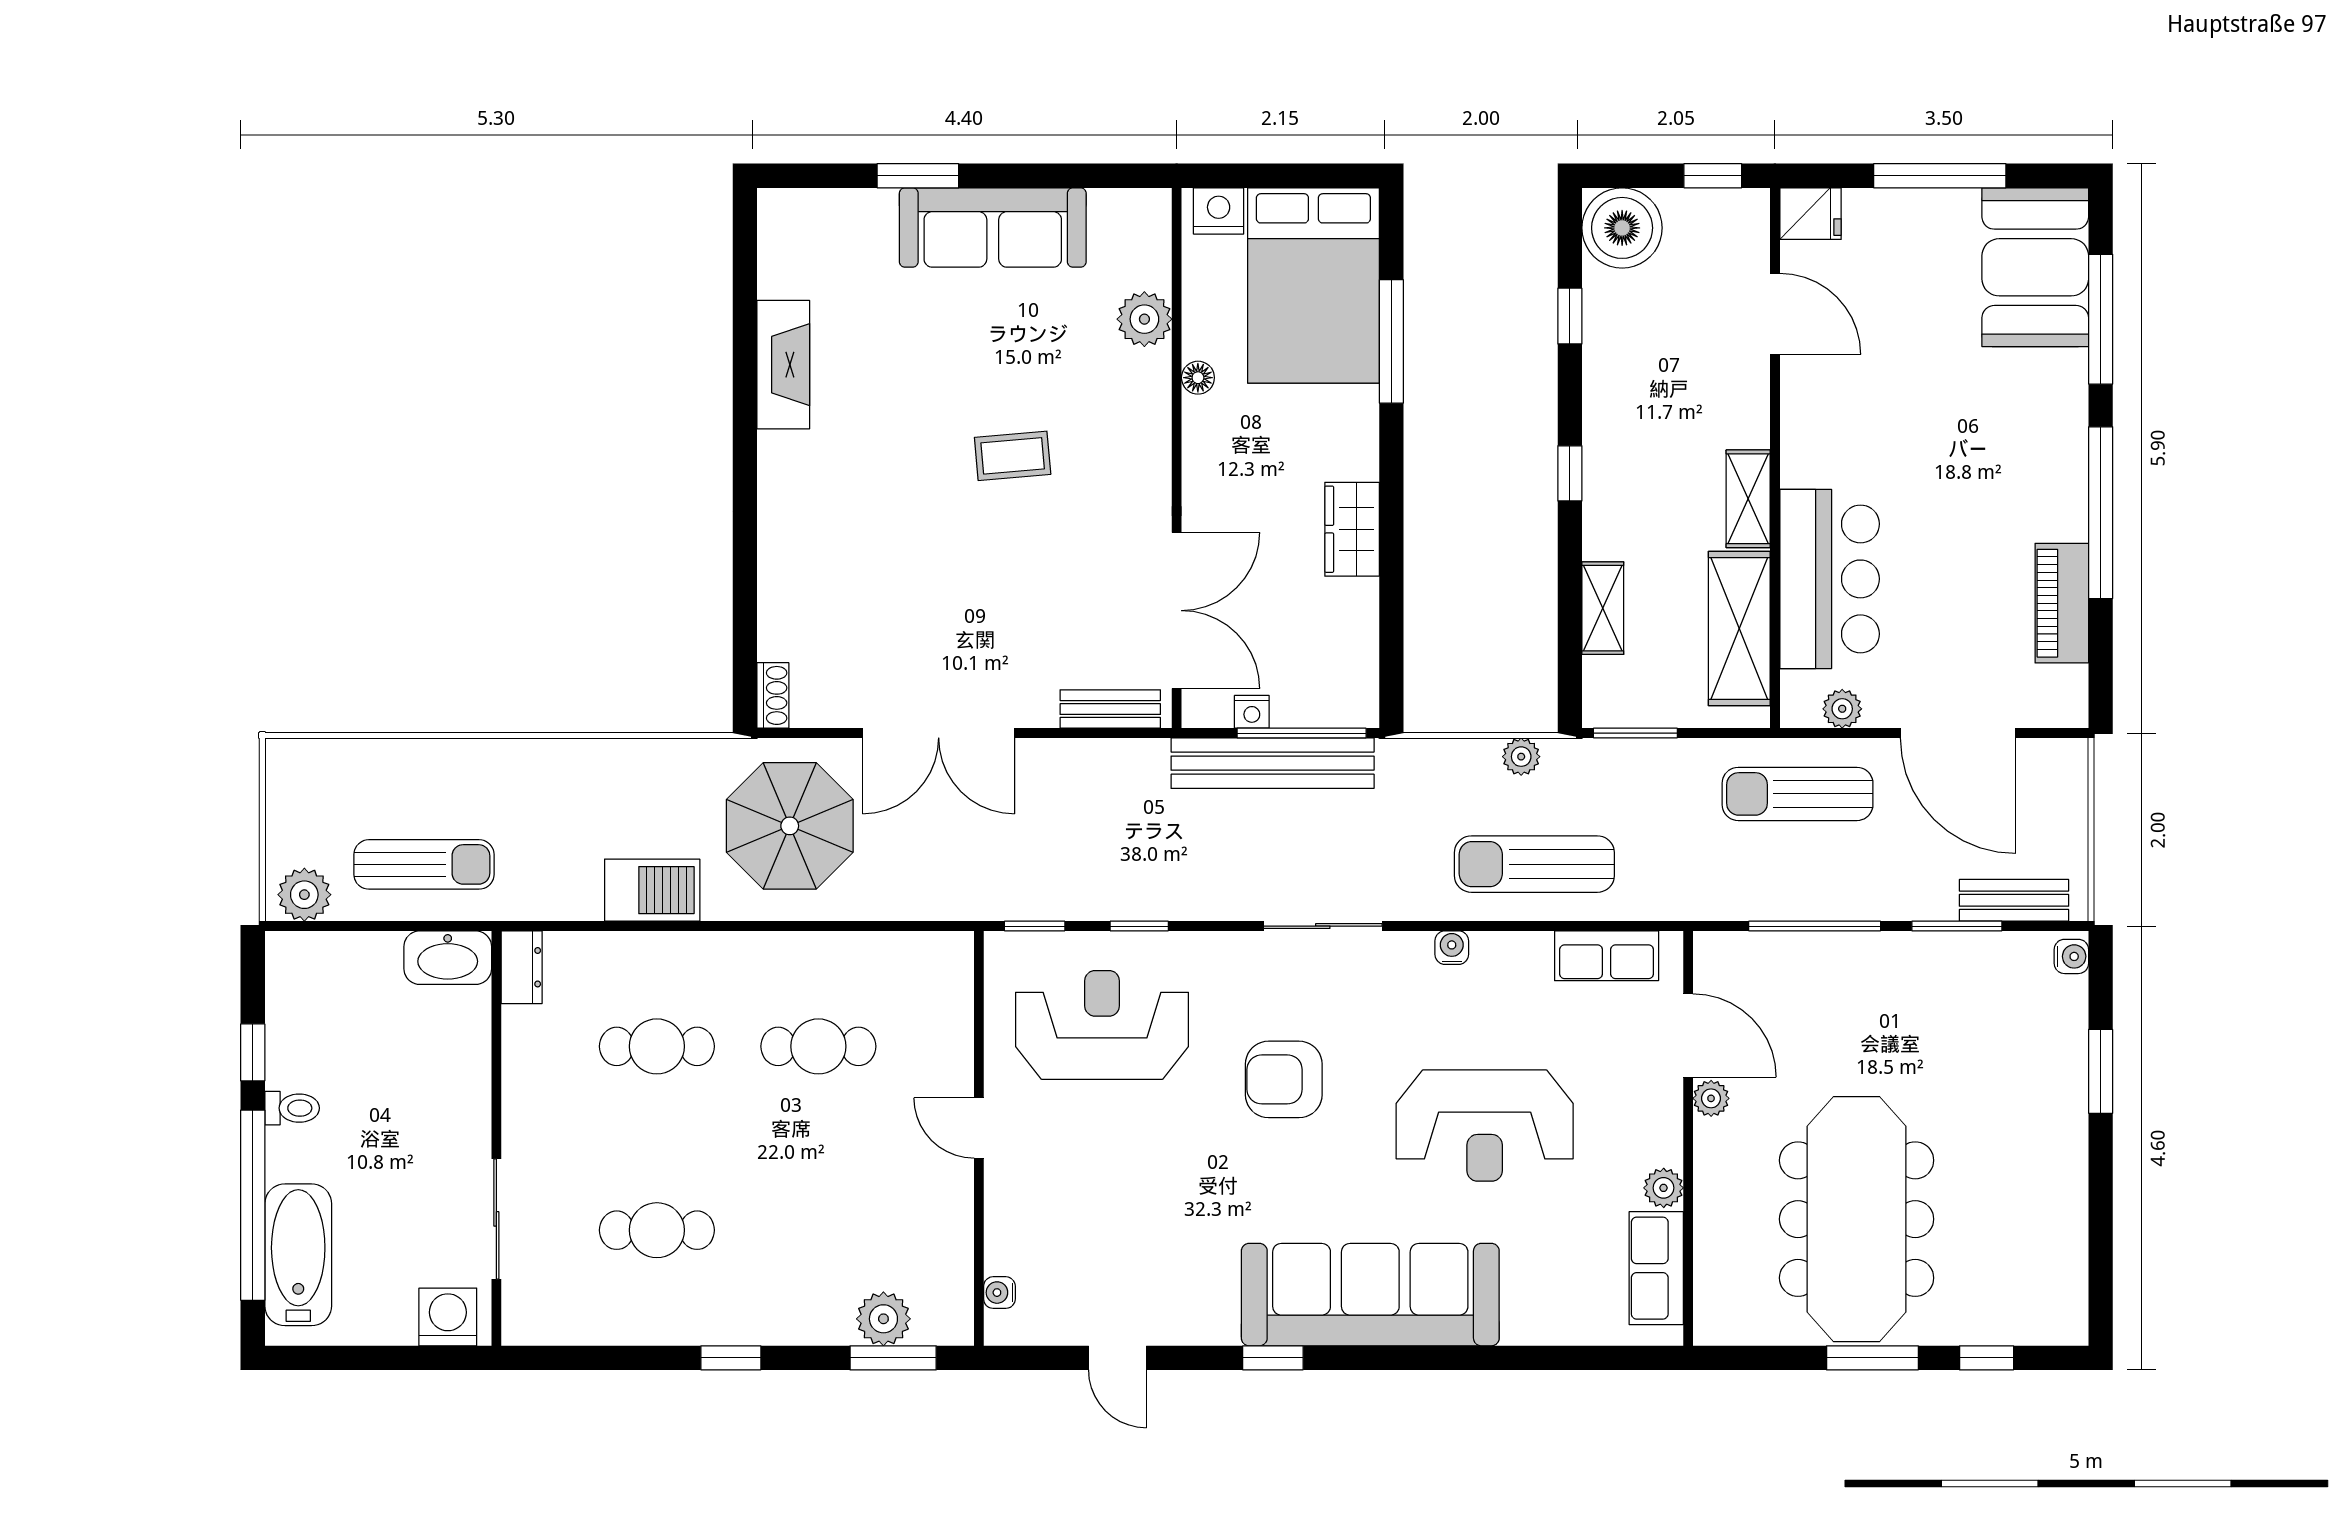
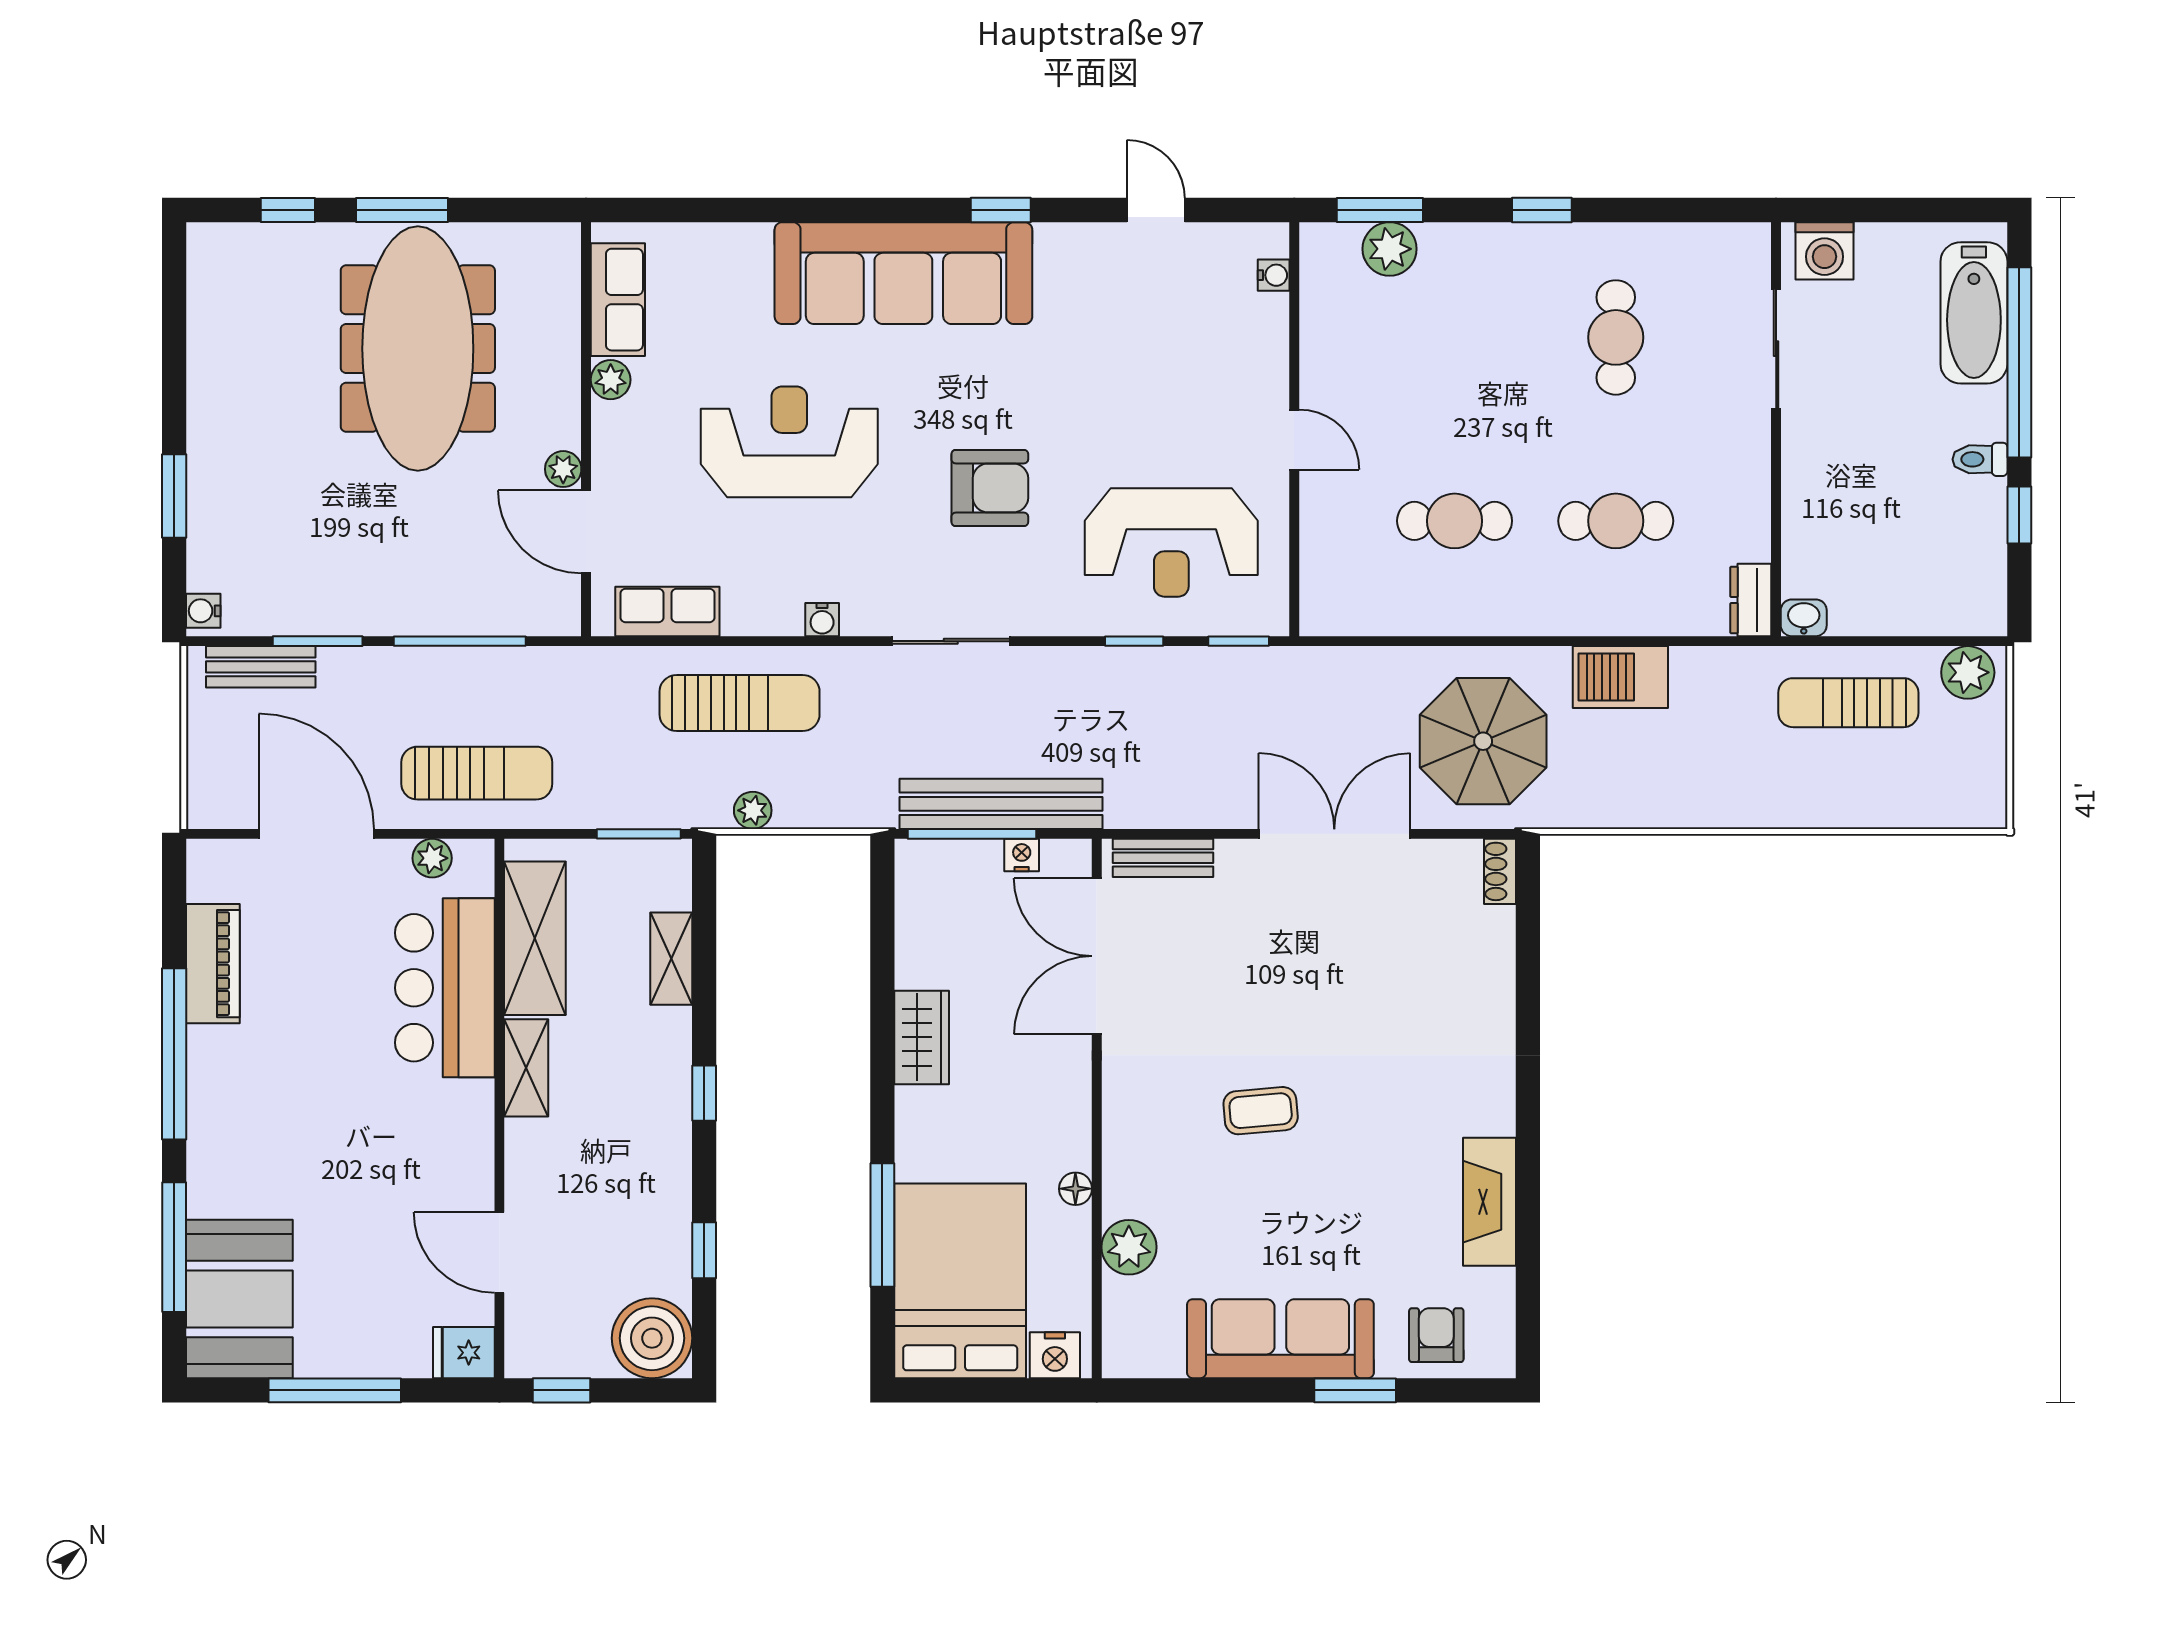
armchair: (837, 231) -> (1436, 1335), added
washbasin: (448, 958) -> (1804, 618), width x0.52, depth x0.69
cafe table: (657, 1230) -> (1616, 337), turned 90

